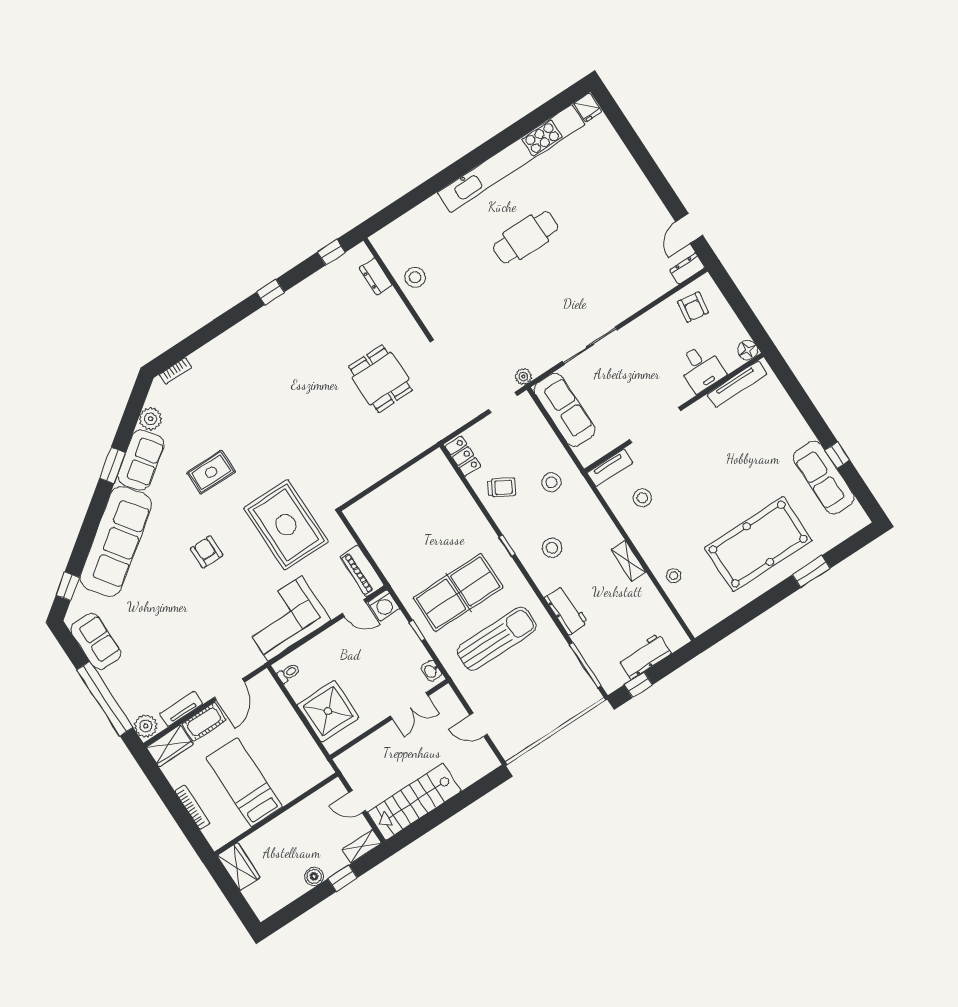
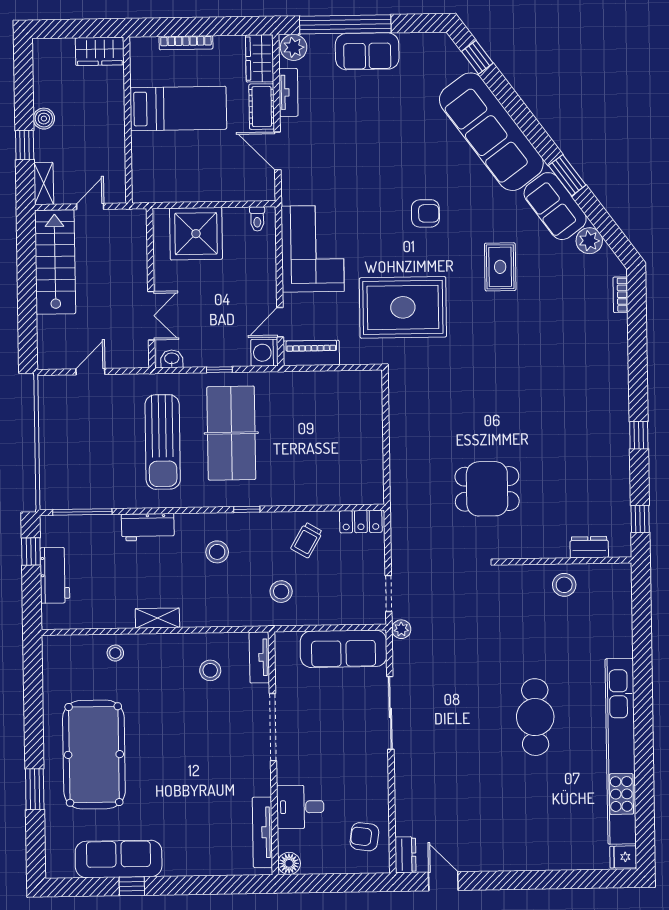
sofa: (96, 641) -> (367, 51), moved
double door: (409, 706) -> (151, 316), swing flipped

